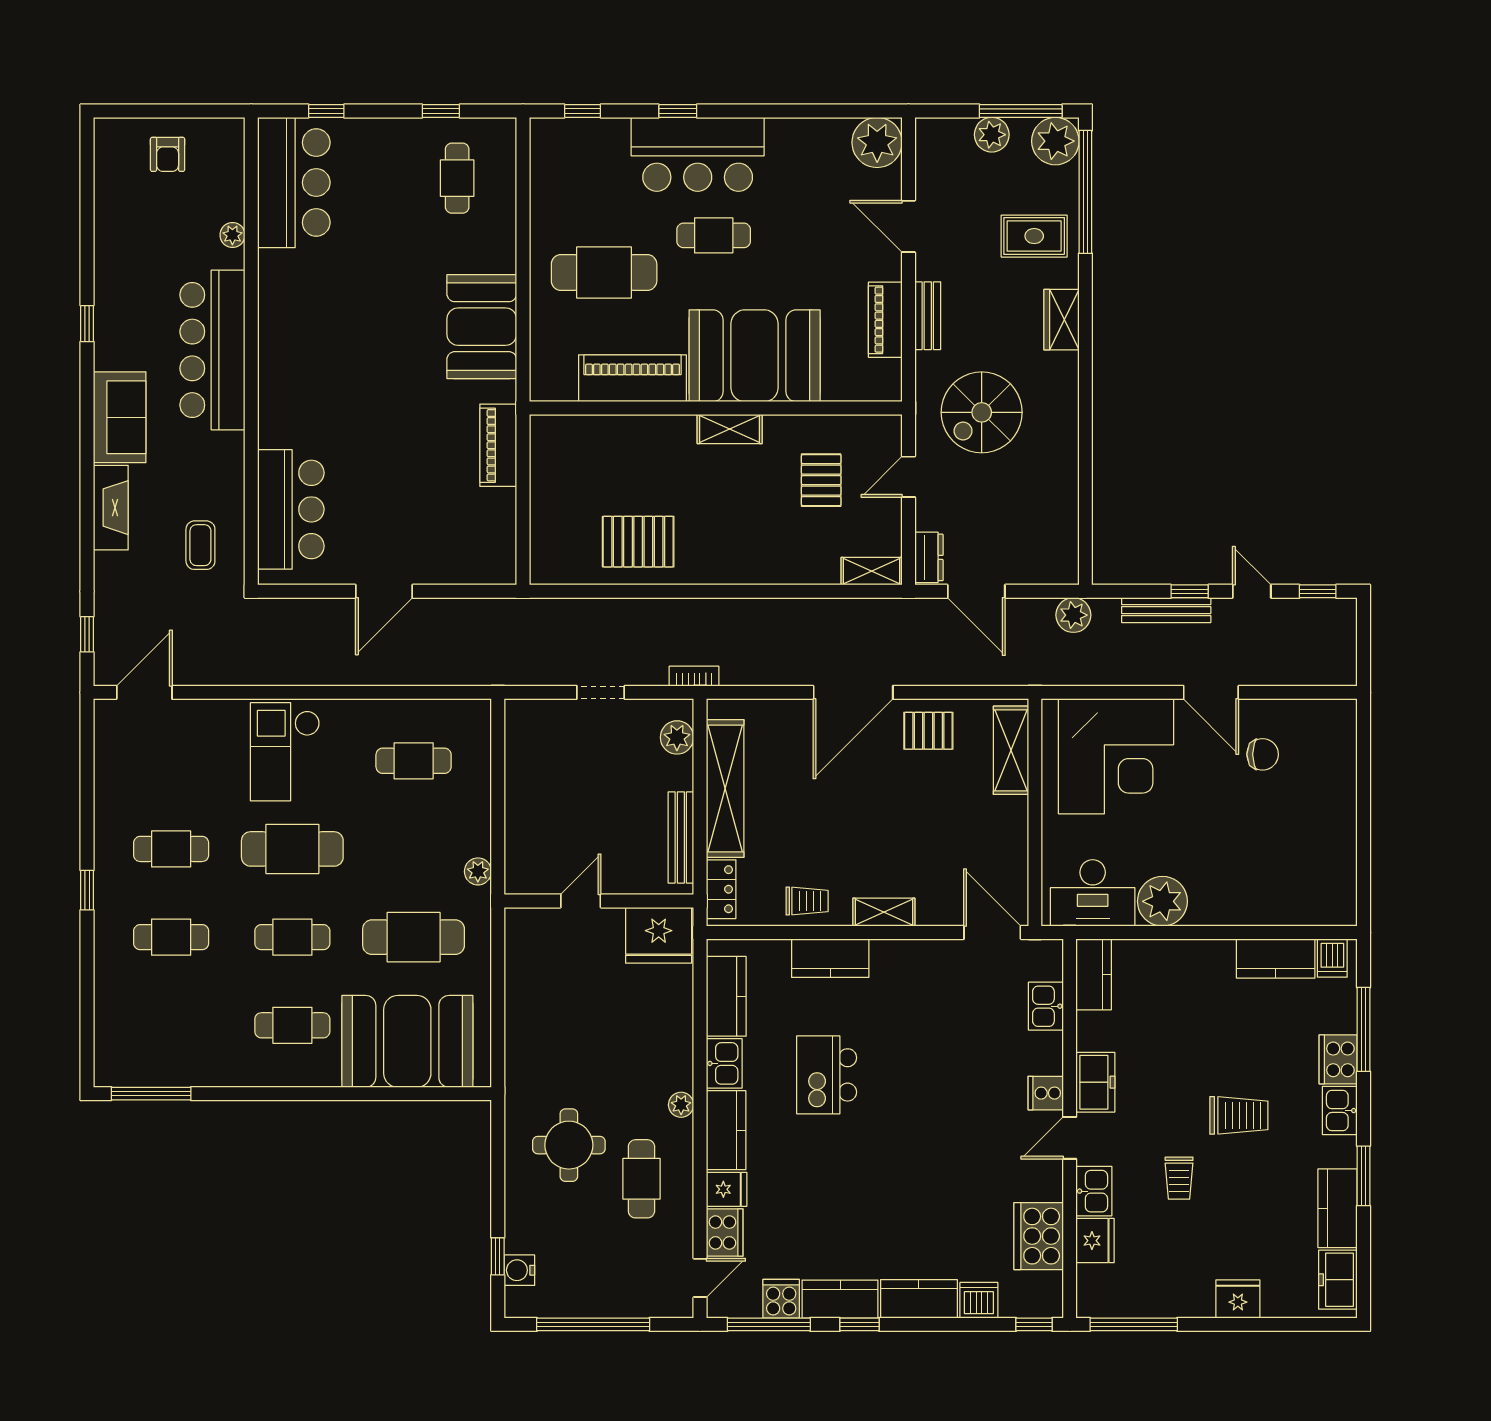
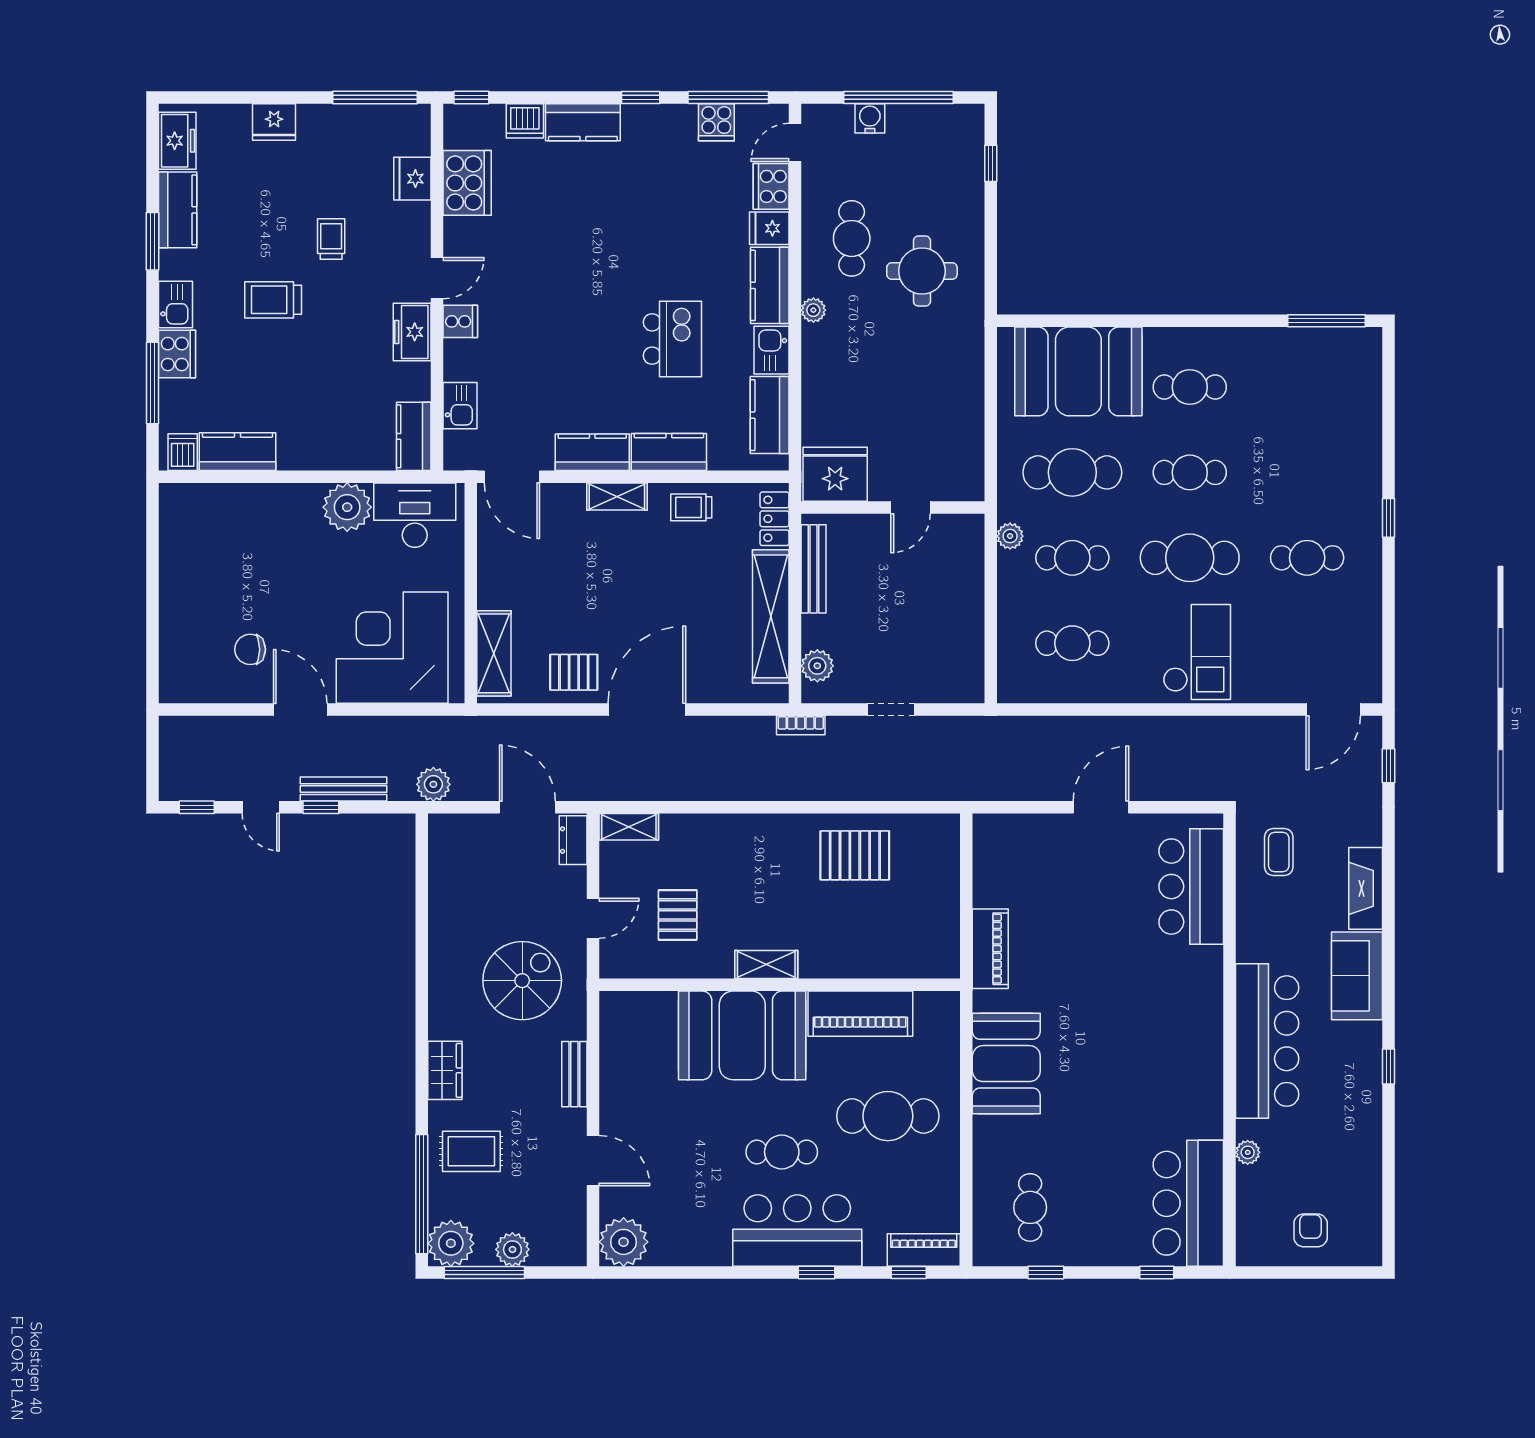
piano: (885, 320) -> (924, 1250), moved, turned -90
cafe table: (171, 937) -> (1072, 558), moved
kitchen sink: (1094, 1191) -> (414, 226), removed
water cooler: (519, 1270) -> (870, 118), moved, turned -90
kitchen counter: (840, 1299) -> (592, 452), moved, turned 180

